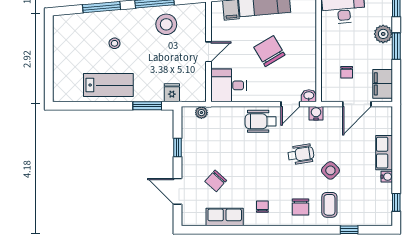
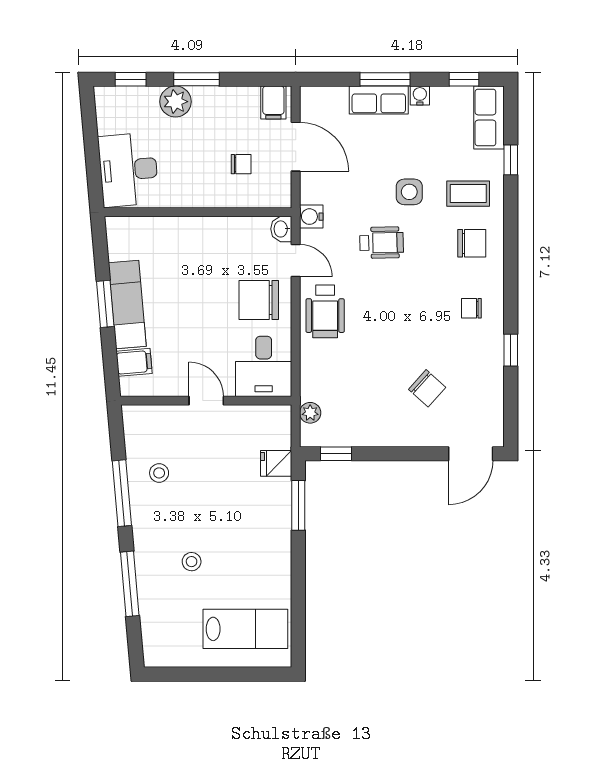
stool: (166, 24) -> (159, 473), width x0.53, depth x0.53
chair: (269, 51) -> (259, 300), moved, turned 31
filing cabinet: (383, 84) -> (273, 103), width x0.50
lab bench: (108, 85) -> (245, 629), moved, turned 90
window: (177, 147) -> (336, 454), moved
wheelchair: (301, 154) -> (382, 243), turned 98
window: (396, 156) -> (385, 79), added
side table: (330, 170) -> (409, 192), turned 45
door: (177, 191) -> (471, 454), moved
row of seats: (225, 217) -> (489, 118), moved
window: (238, 230) -> (511, 350), added

